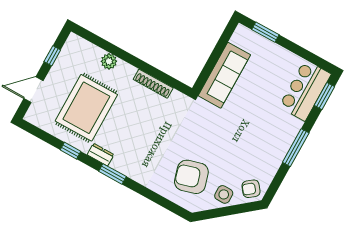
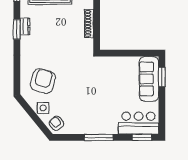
sofa: (224, 75) -> (149, 79), moved, turned 90
dresser: (101, 155) -> (25, 26), moved
armchair: (191, 177) -> (43, 81), turned 32

